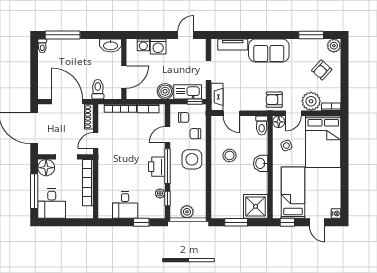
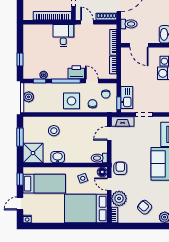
boiler: (165, 91) -> (127, 79), removed
stool: (230, 155) -> (54, 131), moved
washbasin: (261, 163) -> (58, 157), moved
printer: (157, 167) -> (76, 72), moved
desk: (125, 205) -> (63, 35), moved, turned 90

